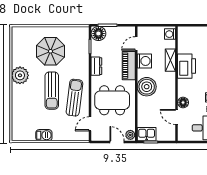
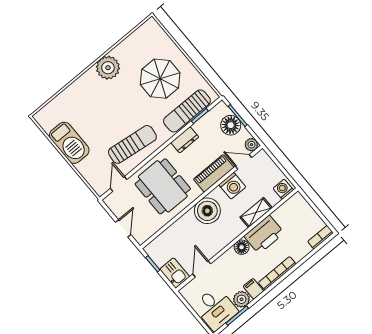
floor lamp: (98, 34) -> (231, 125), moved
sun lounger: (52, 91) -> (187, 111), moved
floor lamp: (183, 102) -> (242, 247), moved
door: (90, 124) -> (119, 184), hinge flipped
kitchen sink: (147, 134) -> (175, 273), moved
barbecue: (44, 135) -> (69, 143), width x1.88, depth x1.53
plant: (130, 135) -> (251, 145), moved

